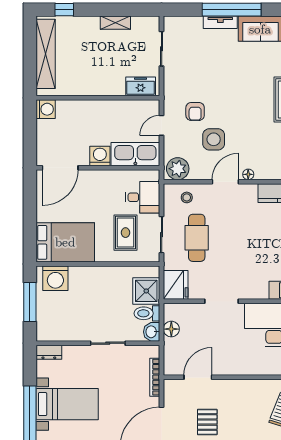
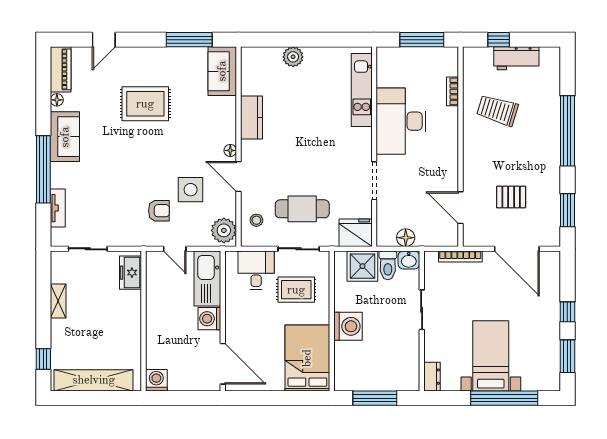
tv unit: (220, 22) -> (58, 208), moved
washing machine: (55, 278) -> (348, 326), moved

